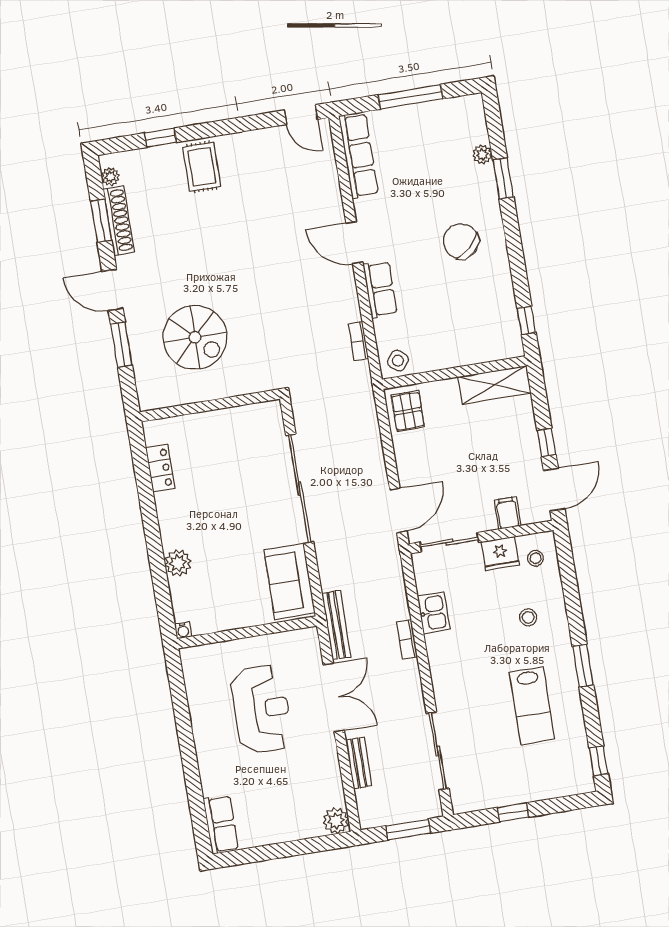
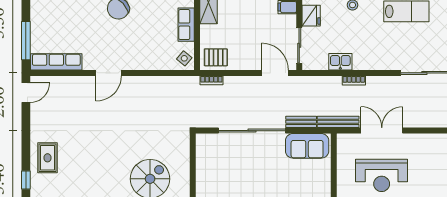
window: (411, 97) -> (26, 41), moved
rug: (202, 167) -> (48, 158), turned 90
row of seats: (380, 289) -> (186, 25), moved, turned -90
bookcase: (358, 341) -> (211, 80), moved
reception desk: (261, 709) -> (382, 175), turned 180
bench: (359, 763) -> (301, 122), moved

